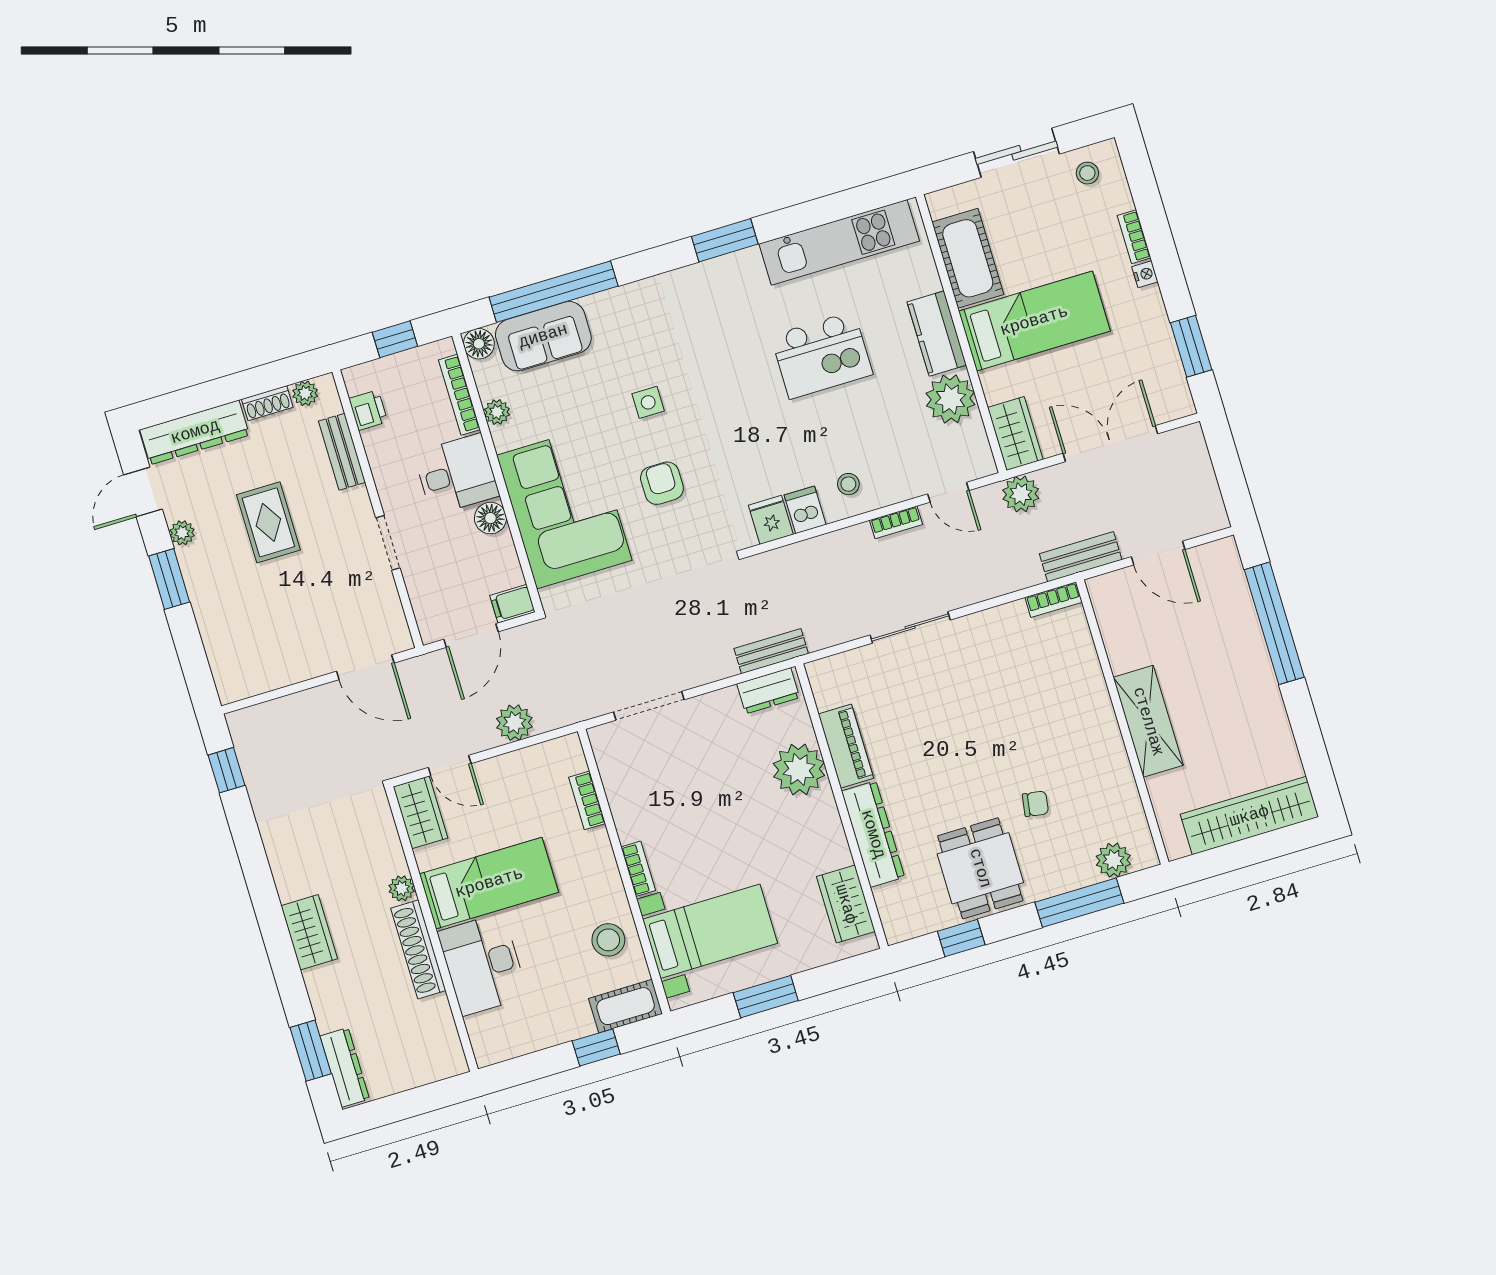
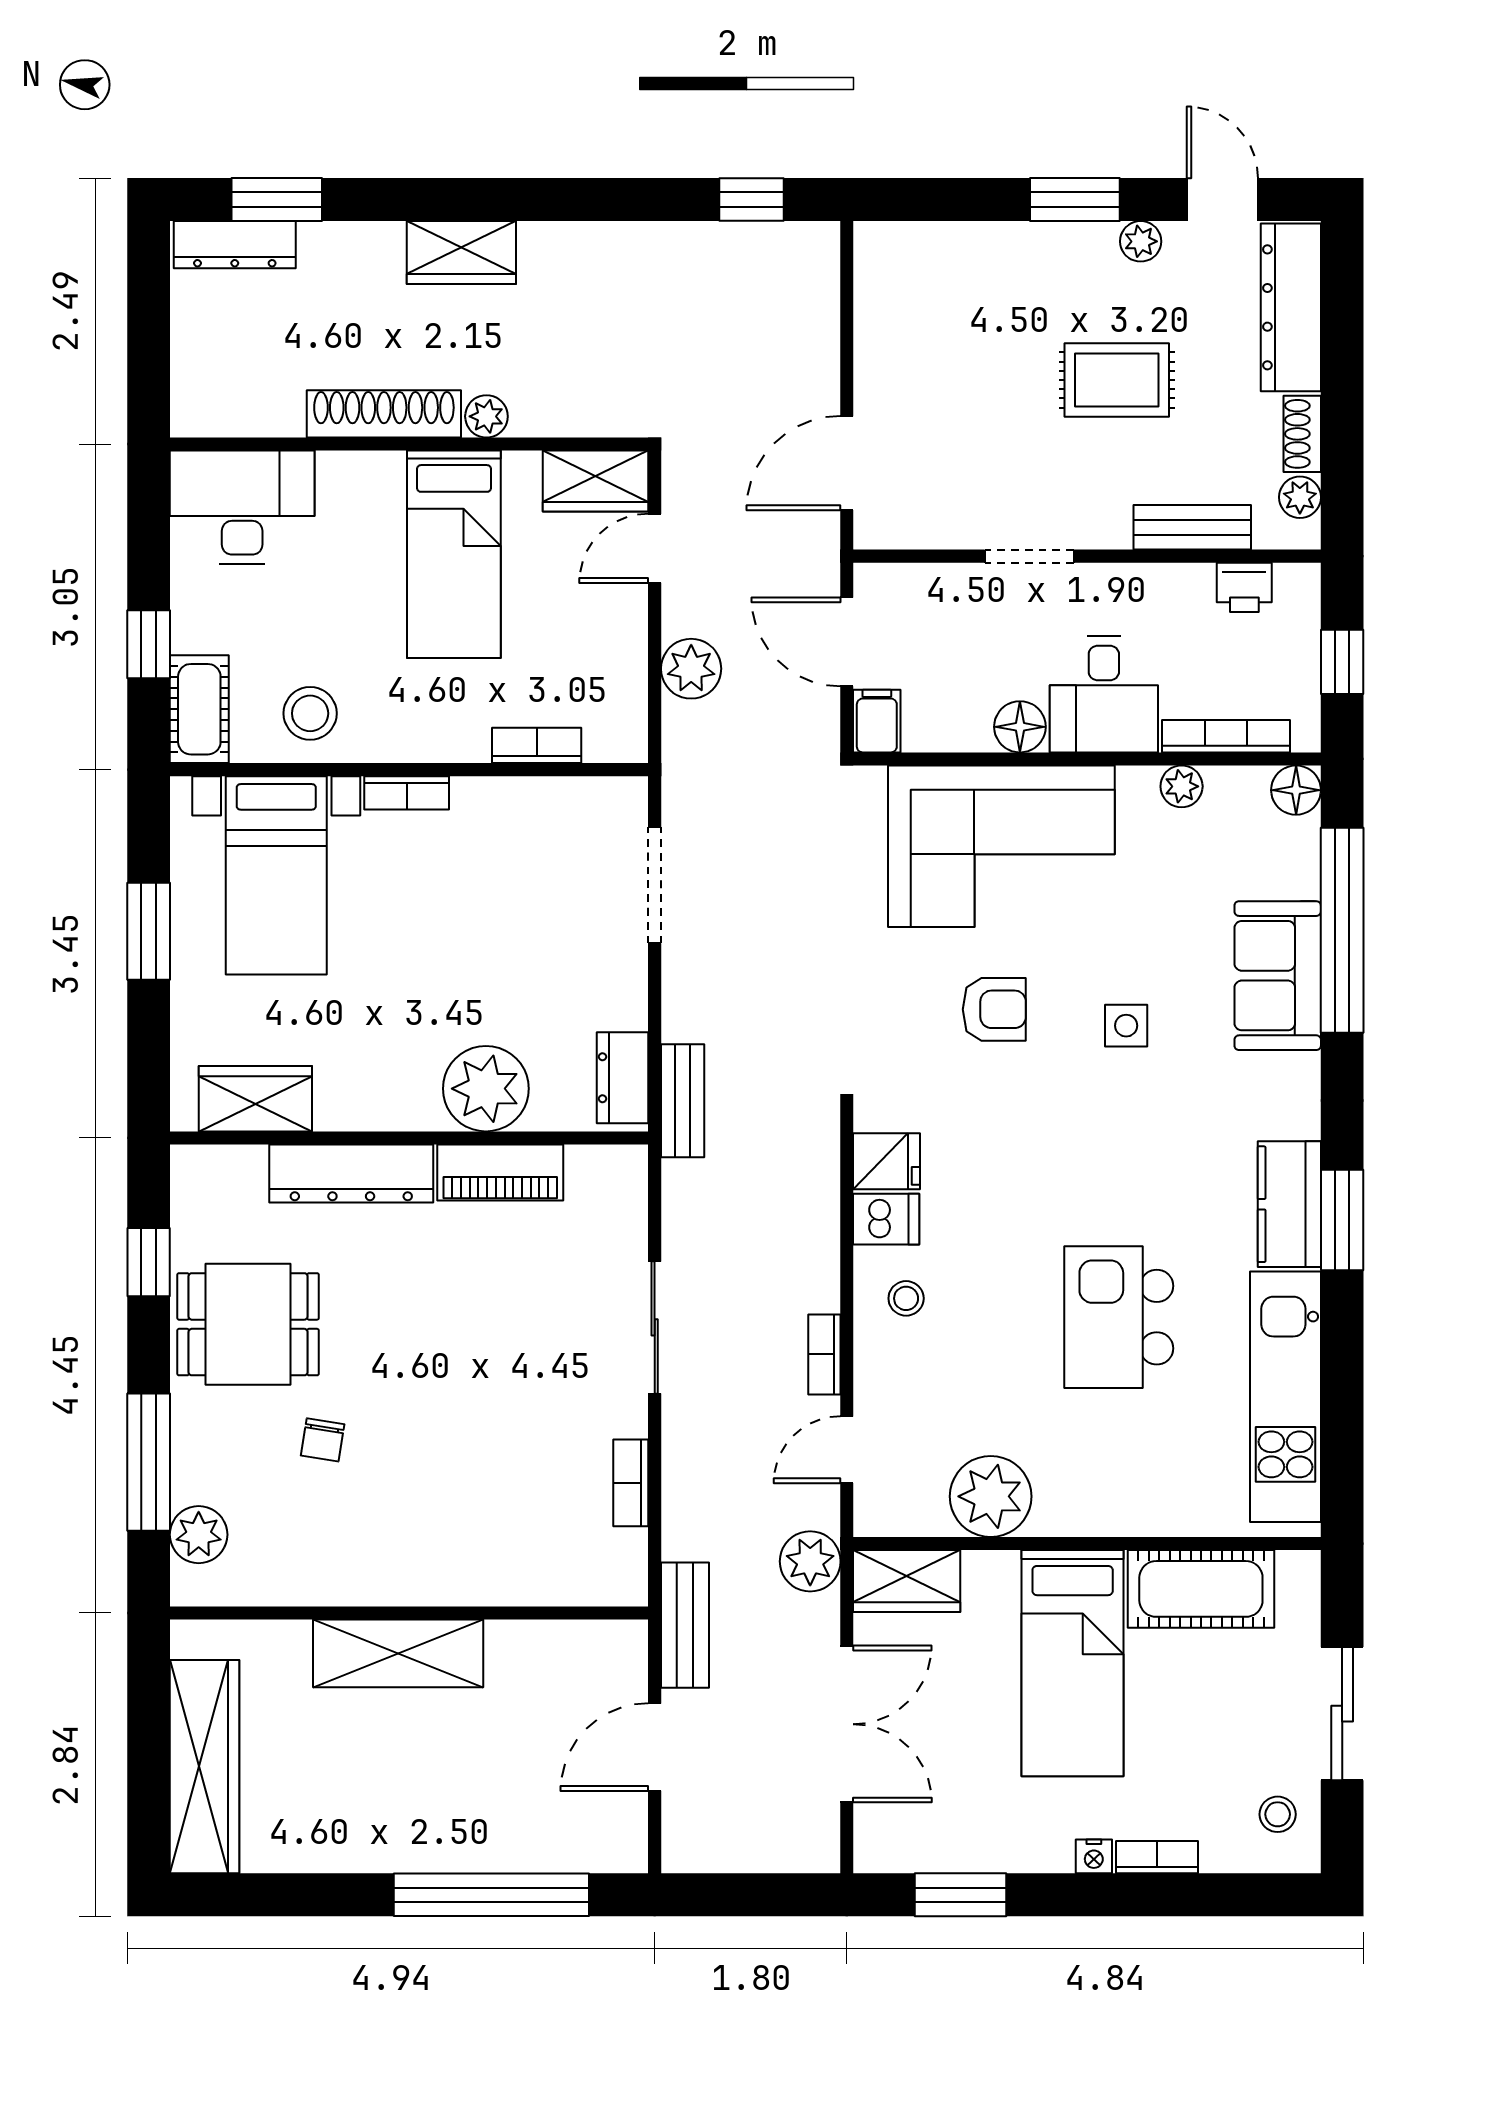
kitchen counter: (937, 334) -> (1289, 1204), moved, turned -90
sofa: (543, 336) -> (1278, 976), moved
bookcase: (1054, 600) -> (631, 1483), moved
desk: (483, 964) -> (242, 507), moved

